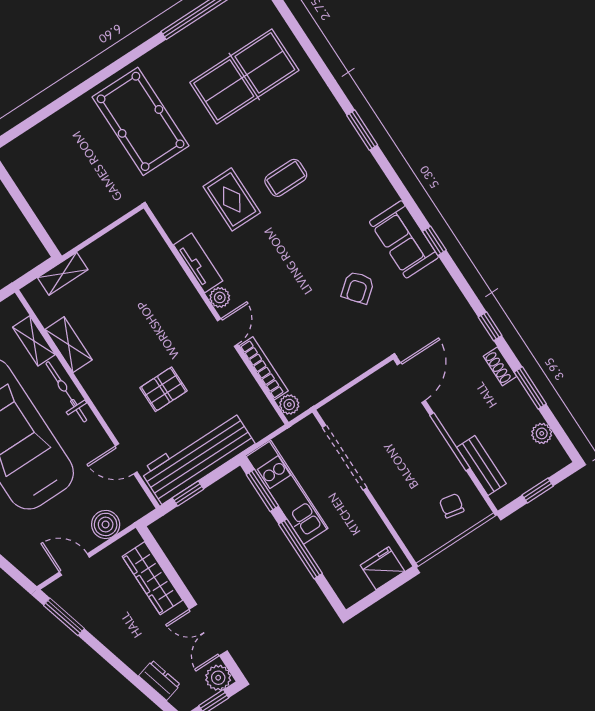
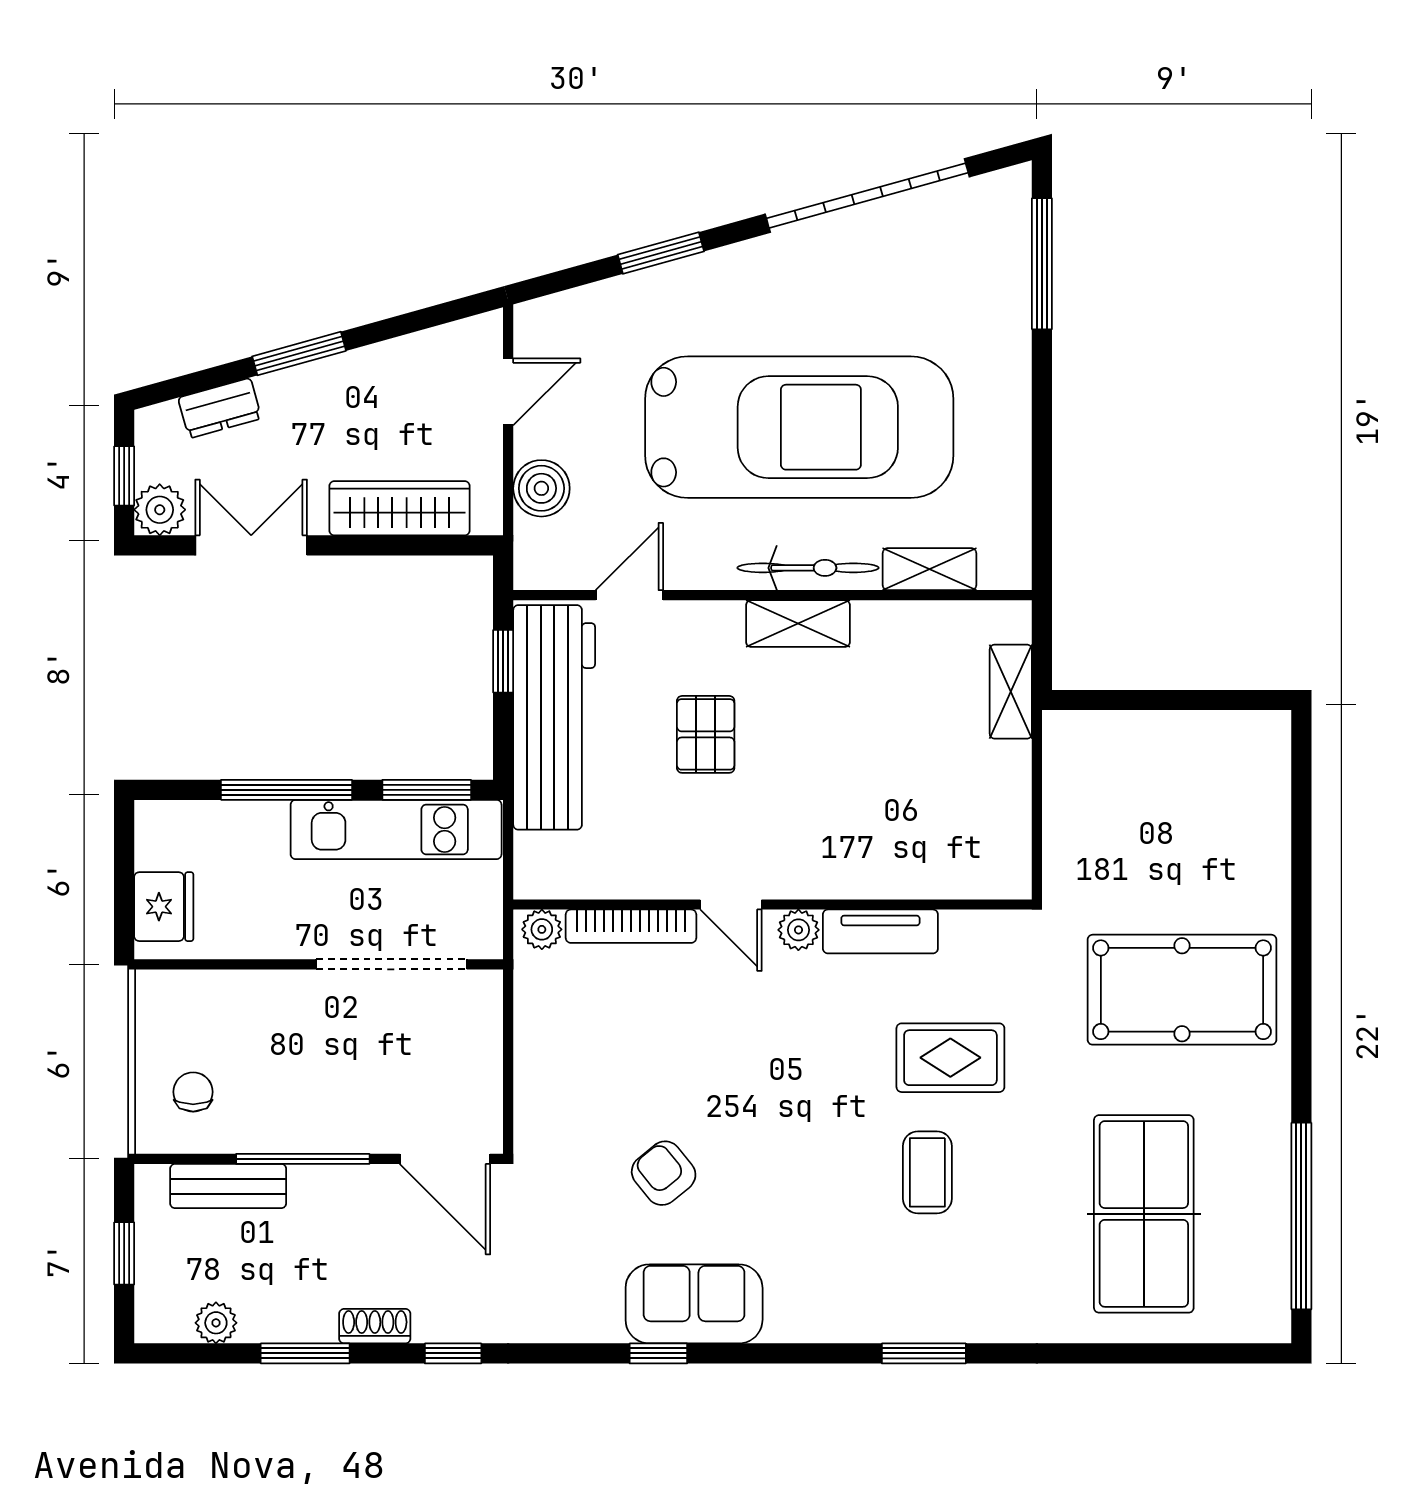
shelving: (69, 345) -> (798, 624), moved
chair: (452, 506) -> (193, 1092), turned -101
window: (64, 617) -> (299, 354), moved

